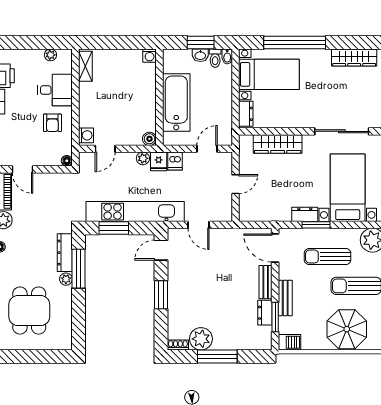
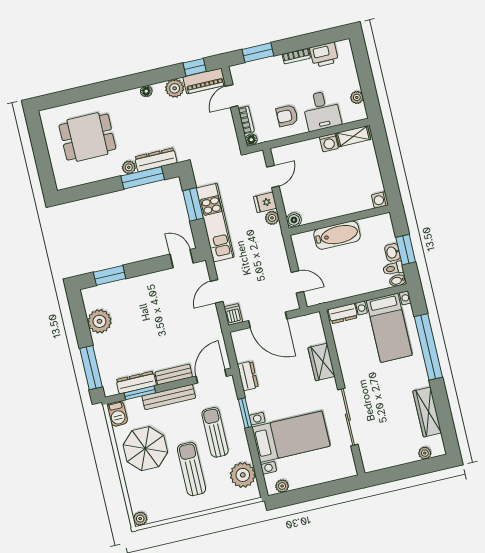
bathtub: (176, 102) -> (337, 235), width x0.73, depth x0.73
washing machine: (86, 135) -> (329, 143), moved
wardrobe: (278, 144) -> (321, 362), width x0.67
door: (105, 149) -> (273, 177), swing flipped
bookcase: (48, 161) -> (246, 120), added
fridge: (159, 161) -> (265, 202), moved
dishwasher: (175, 161) -> (233, 314), moved, turned 90
door: (236, 184) -> (268, 320), width x1.87
kitchen unit: (135, 212) -> (215, 223), width x0.73
dresser: (305, 214) -> (248, 376), moved
window: (161, 295) -> (110, 275), moved
bench: (285, 298) -> (169, 397), width x1.36
dresser: (265, 313) -> (136, 383), width x1.44
parasol: (347, 329) -> (145, 449), moved
shoe rack: (178, 345) -> (87, 299), removed
window: (217, 356) -> (91, 368), moved

